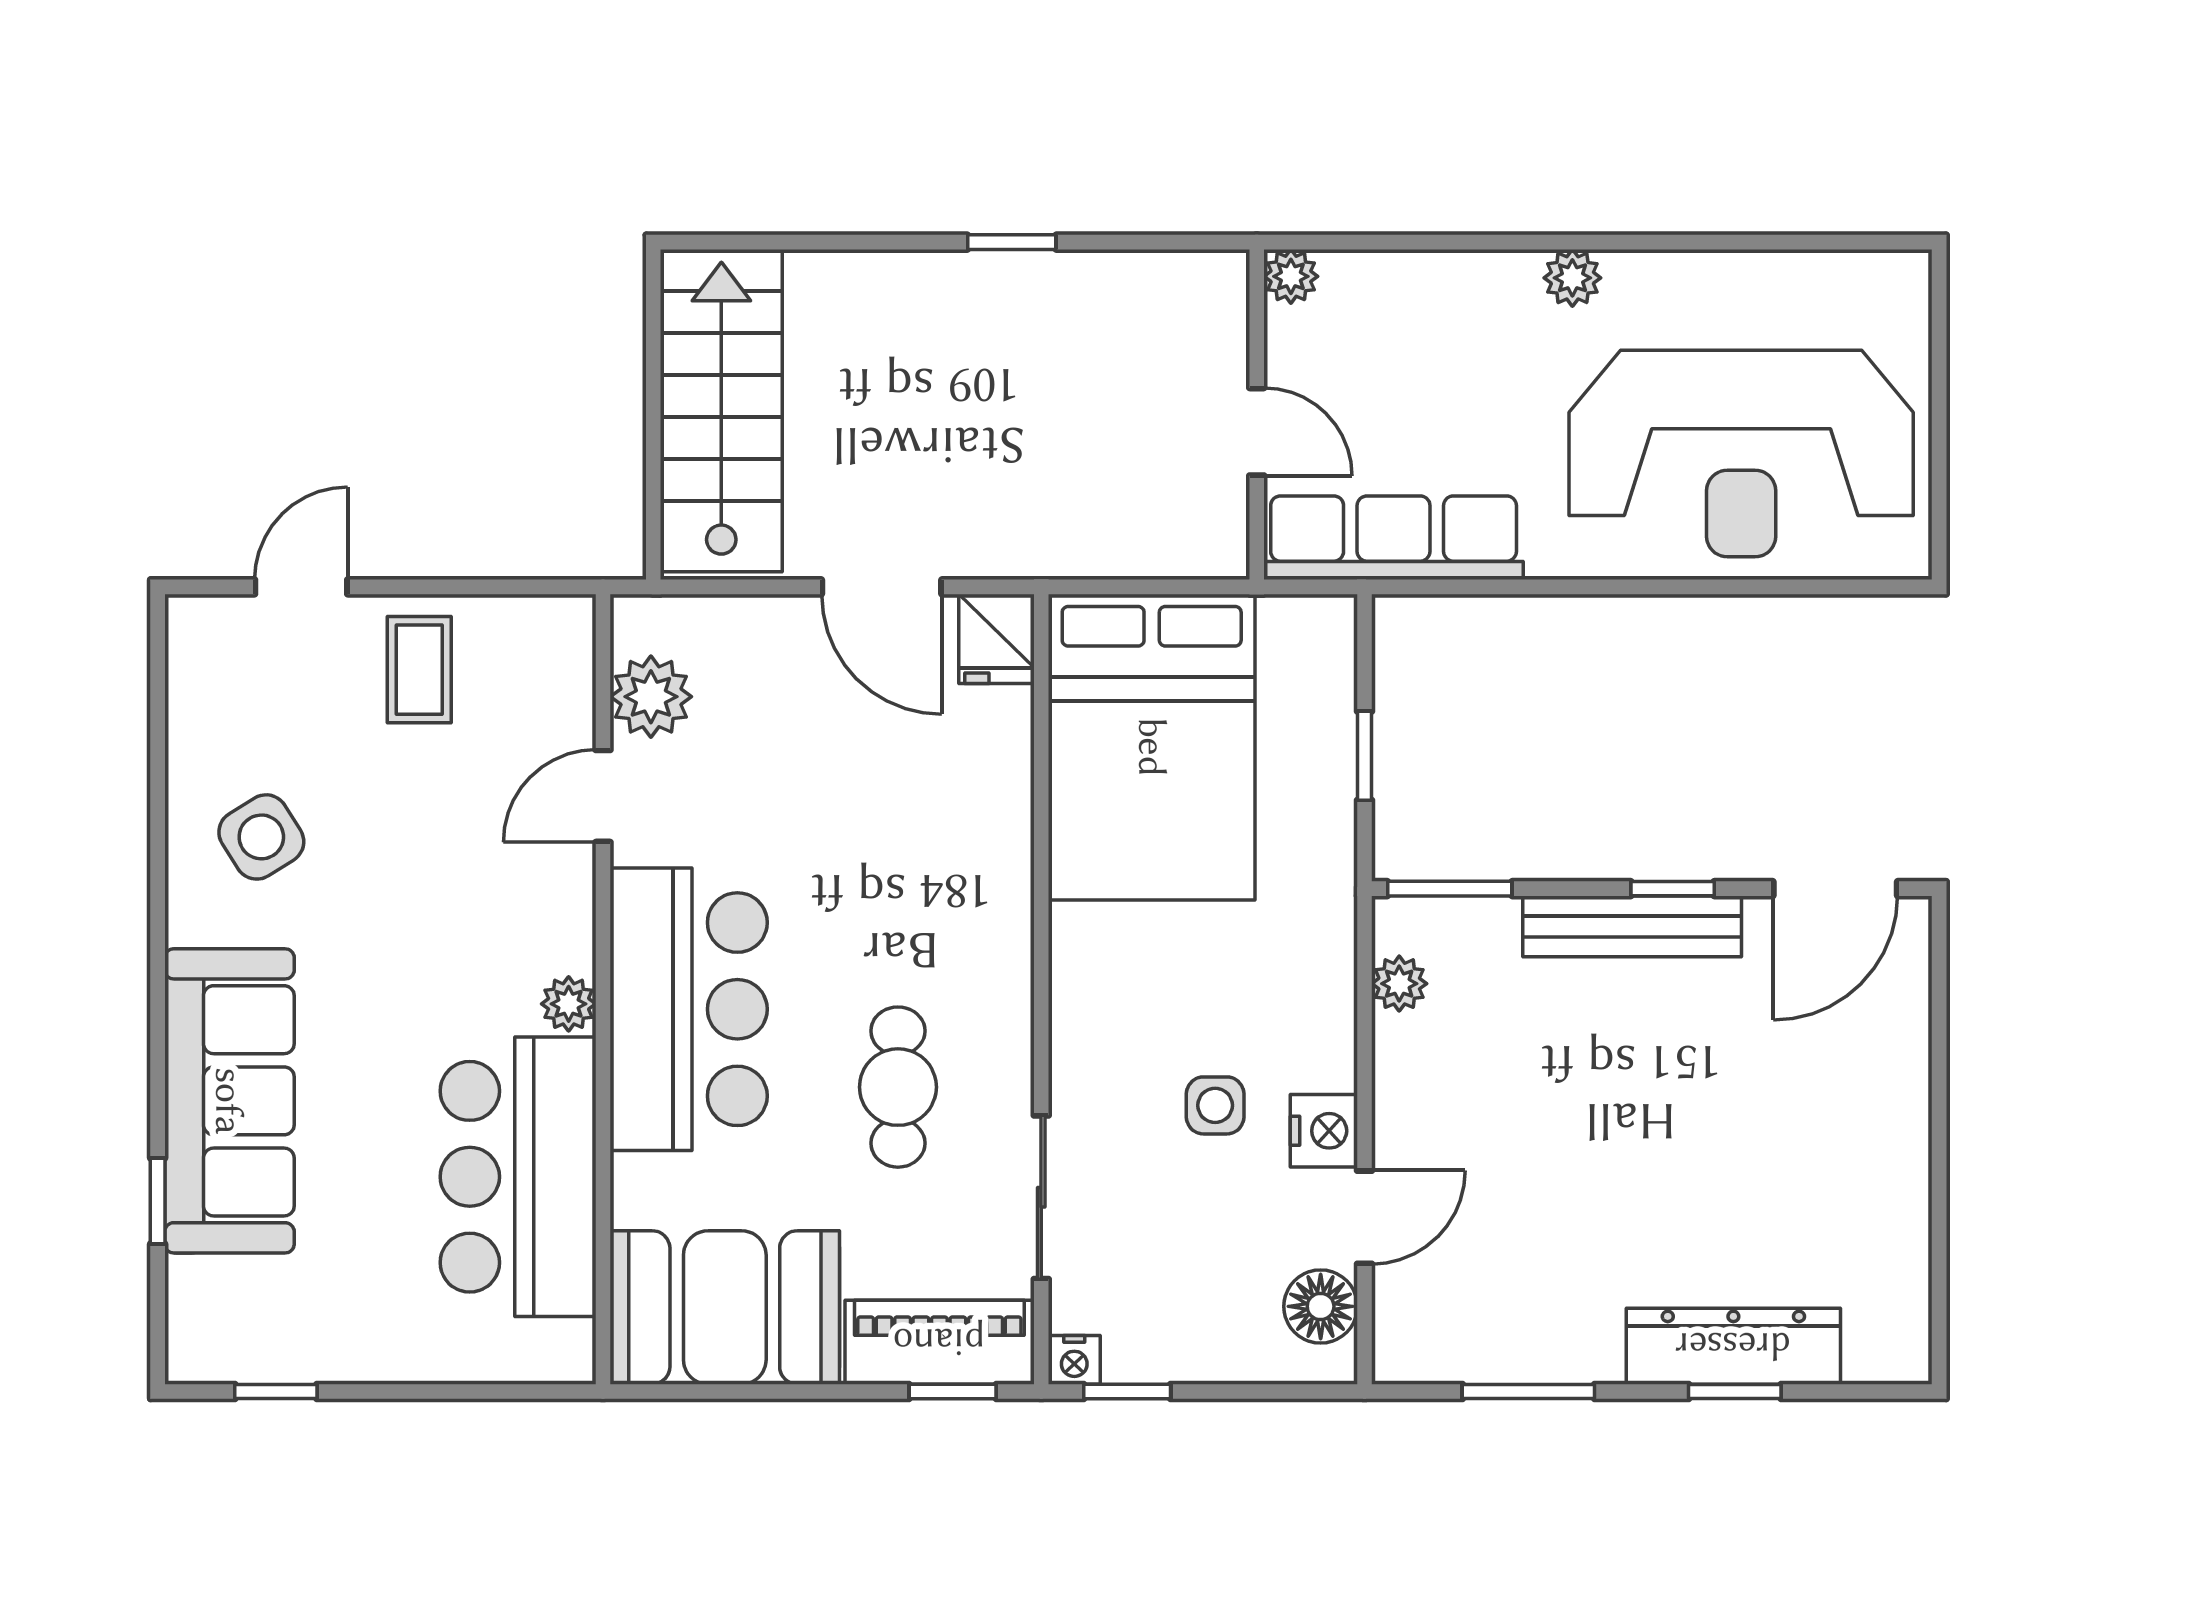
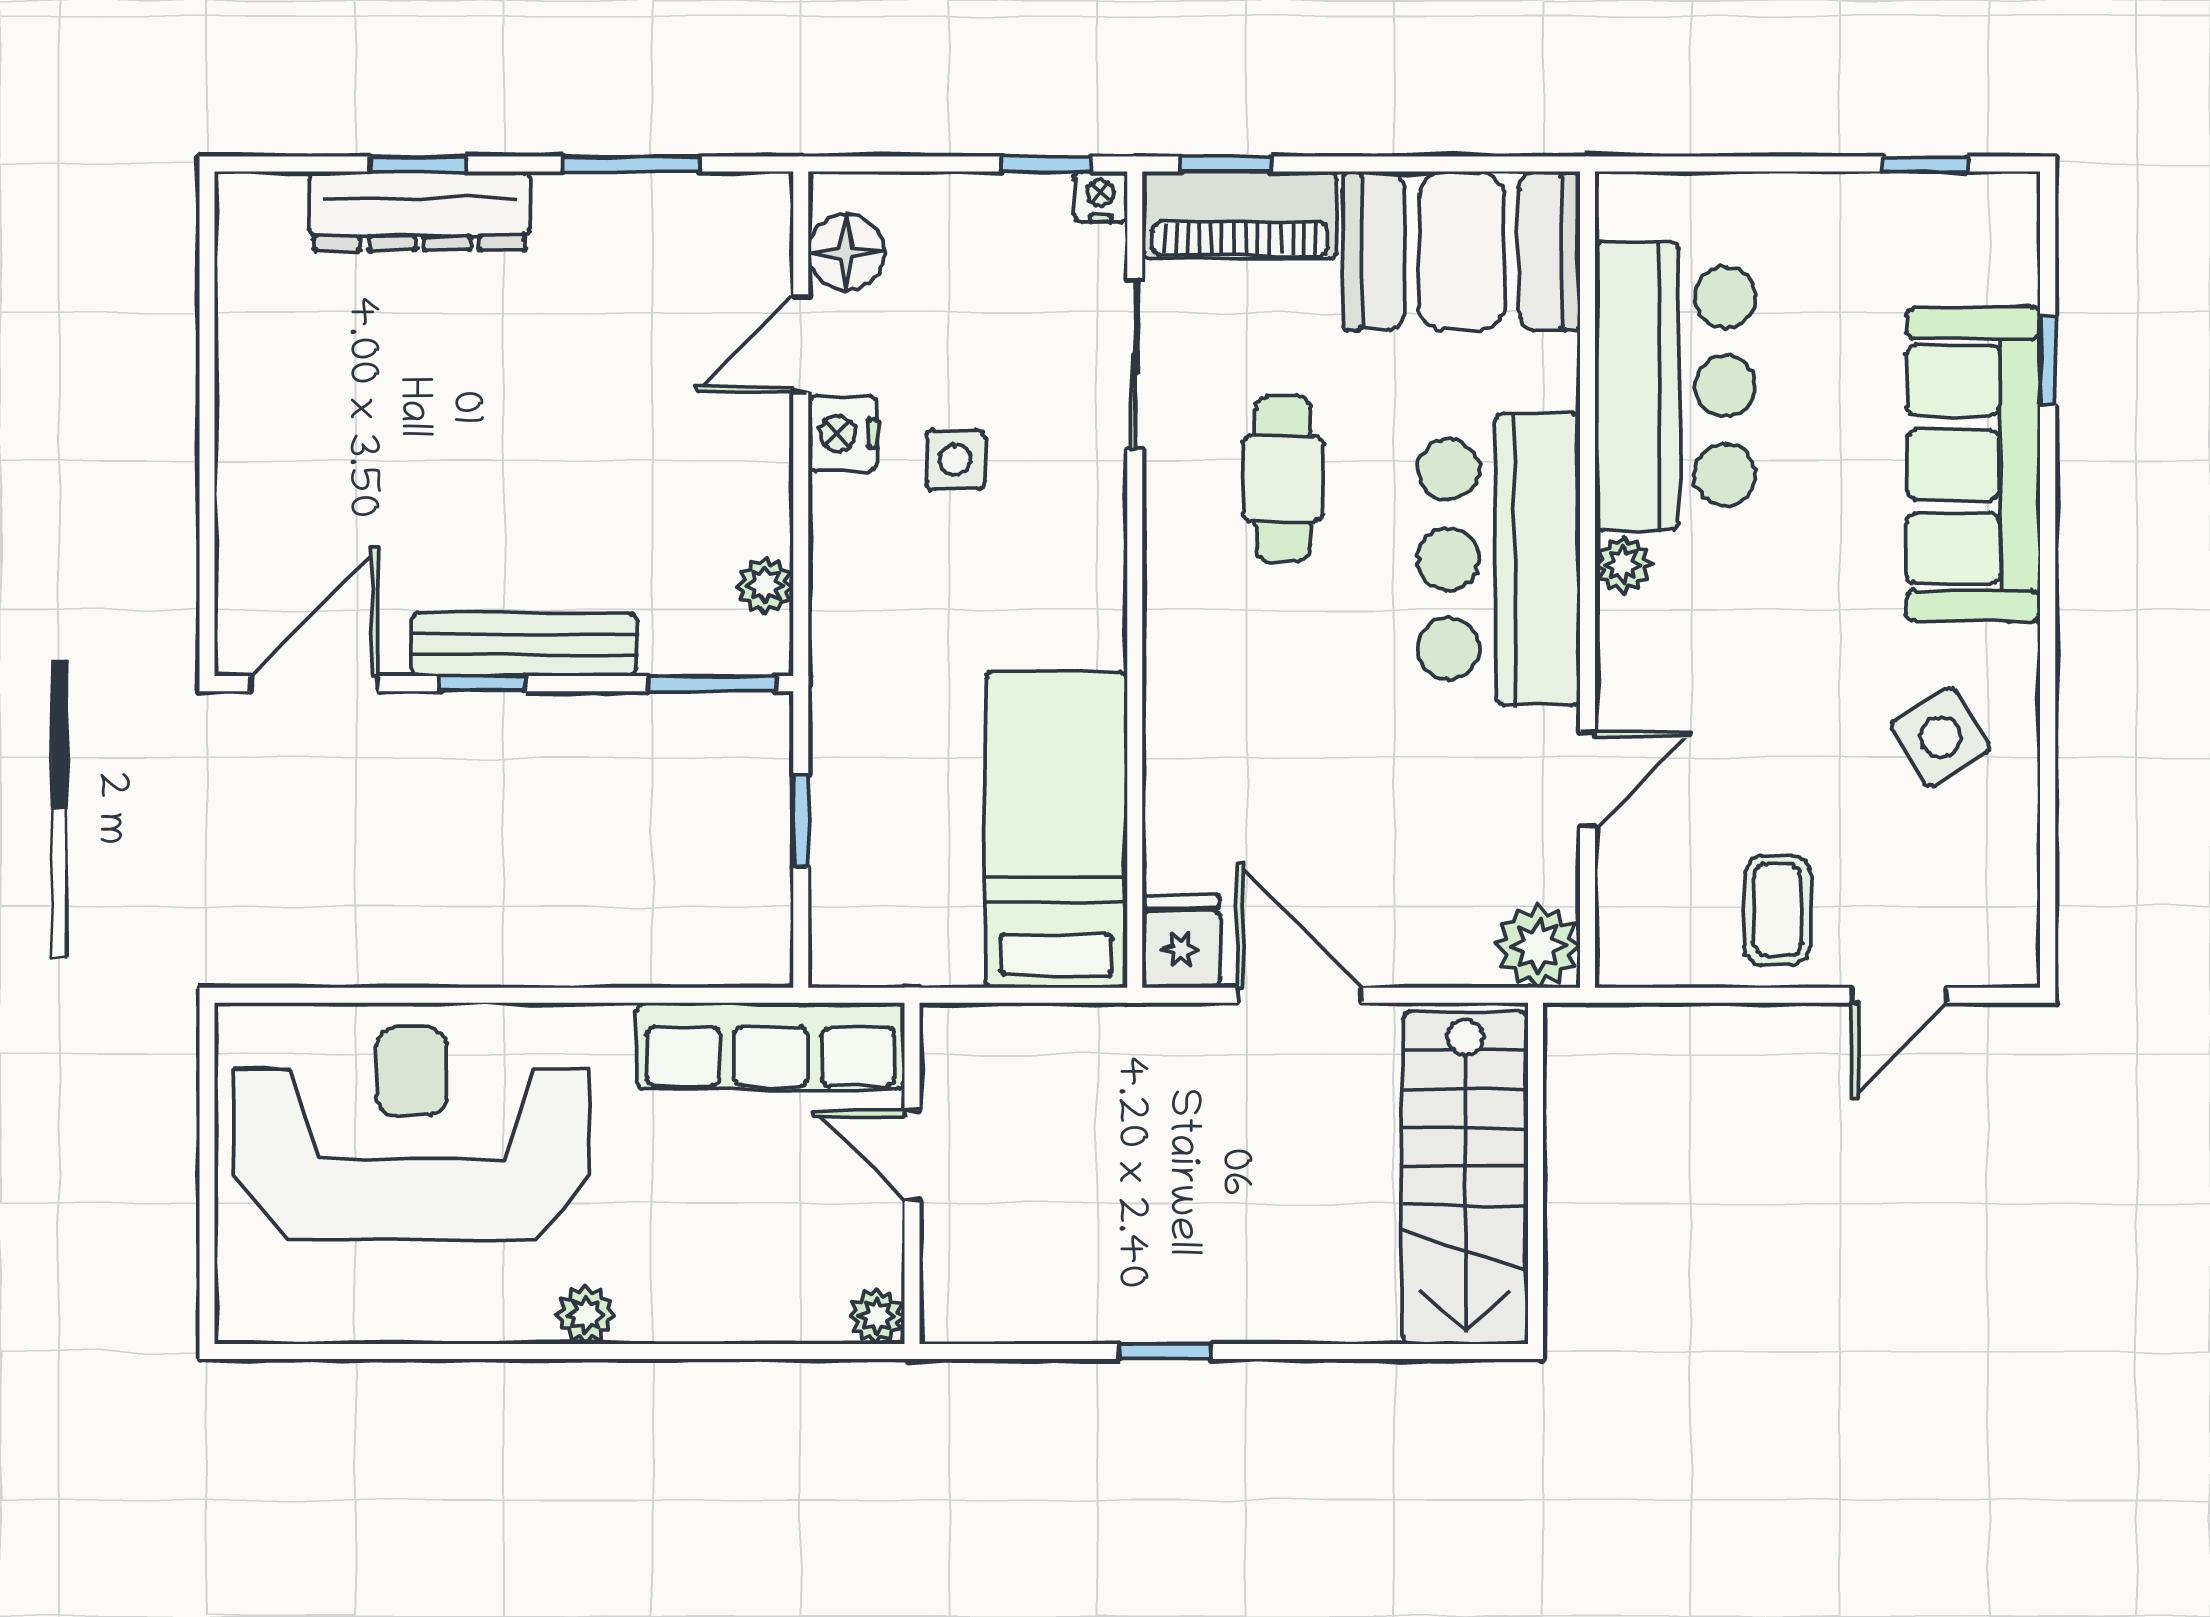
plant: (651, 697) -> (1538, 946), moved
bed: (1152, 747) -> (1056, 830), width x0.67

